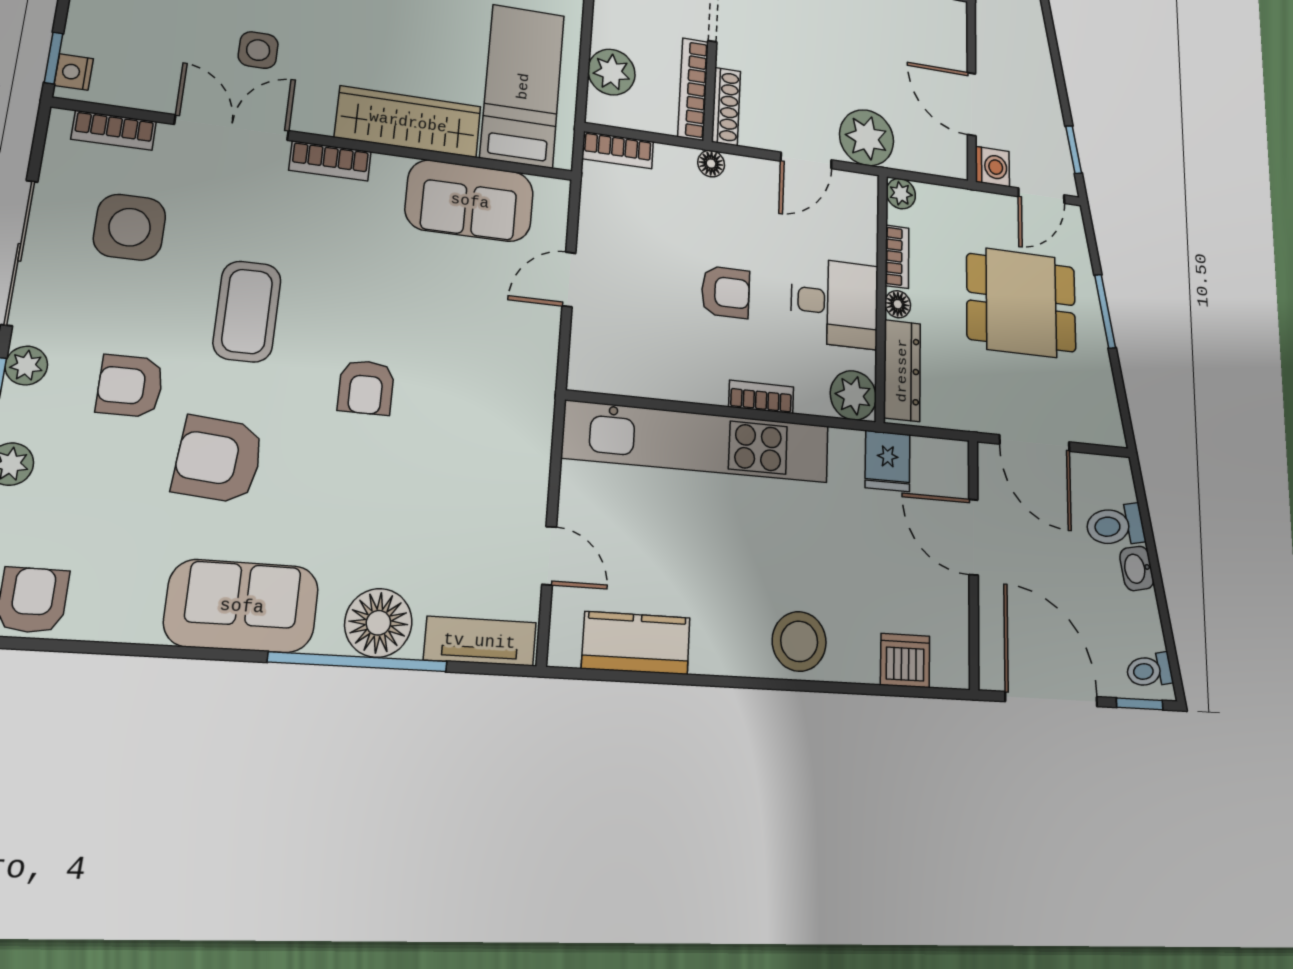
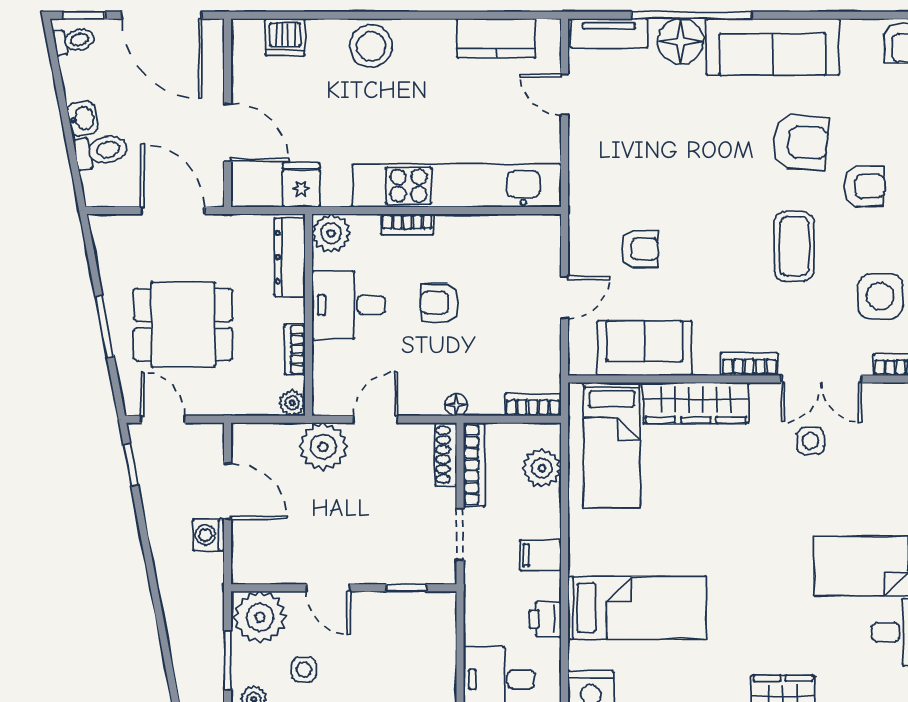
washing machine: (992, 167) -> (208, 535), moved
door: (1041, 196) -> (163, 419), hinge flipped
floor lamp: (898, 304) -> (294, 310), removed
armchair: (366, 387) -> (640, 249), moved, turned 90
sofa: (242, 606) -> (773, 47), width x1.36

